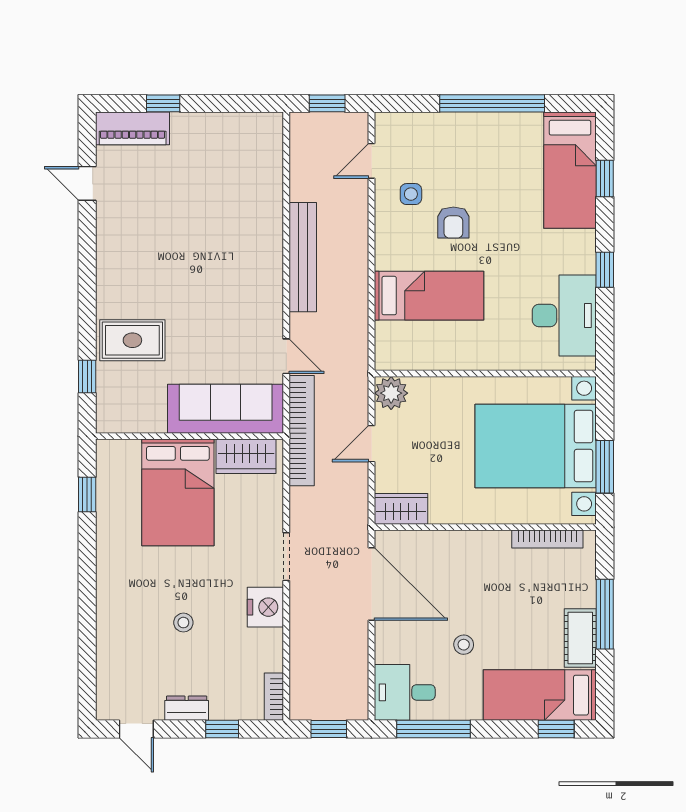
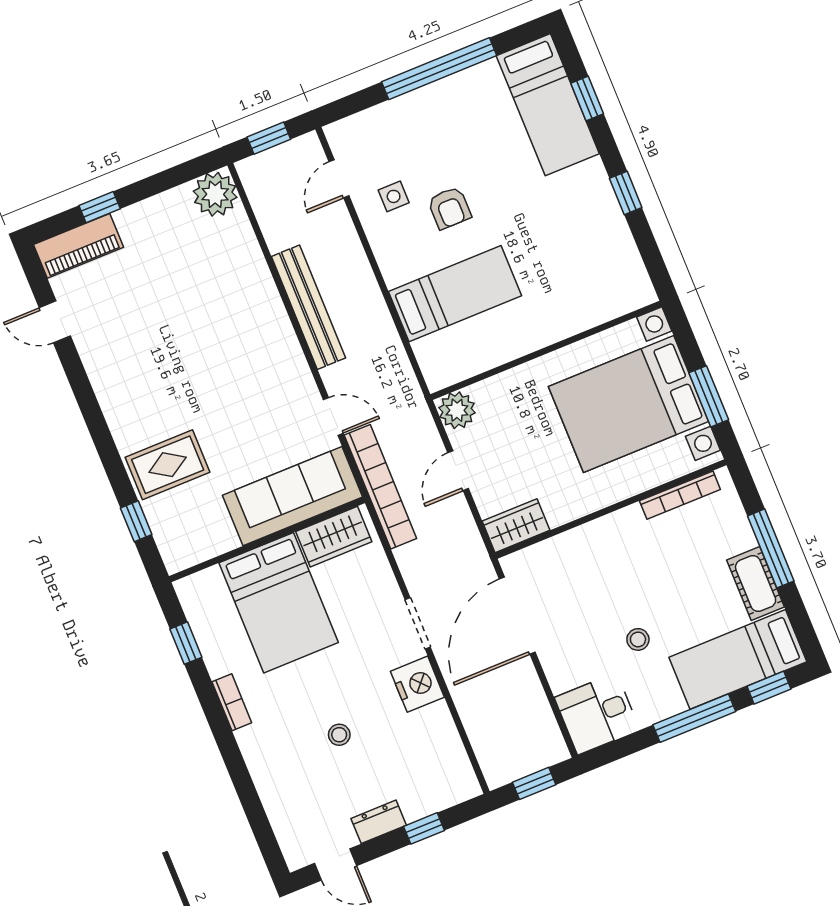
plant: (264, 132) -> (215, 194), added
desk: (564, 316) -> (603, 257), removed
door: (372, 584) -> (517, 616), swing flipped
bookcase: (274, 697) -> (232, 702), moved, turned 180
window: (433, 729) -> (694, 718), moved

